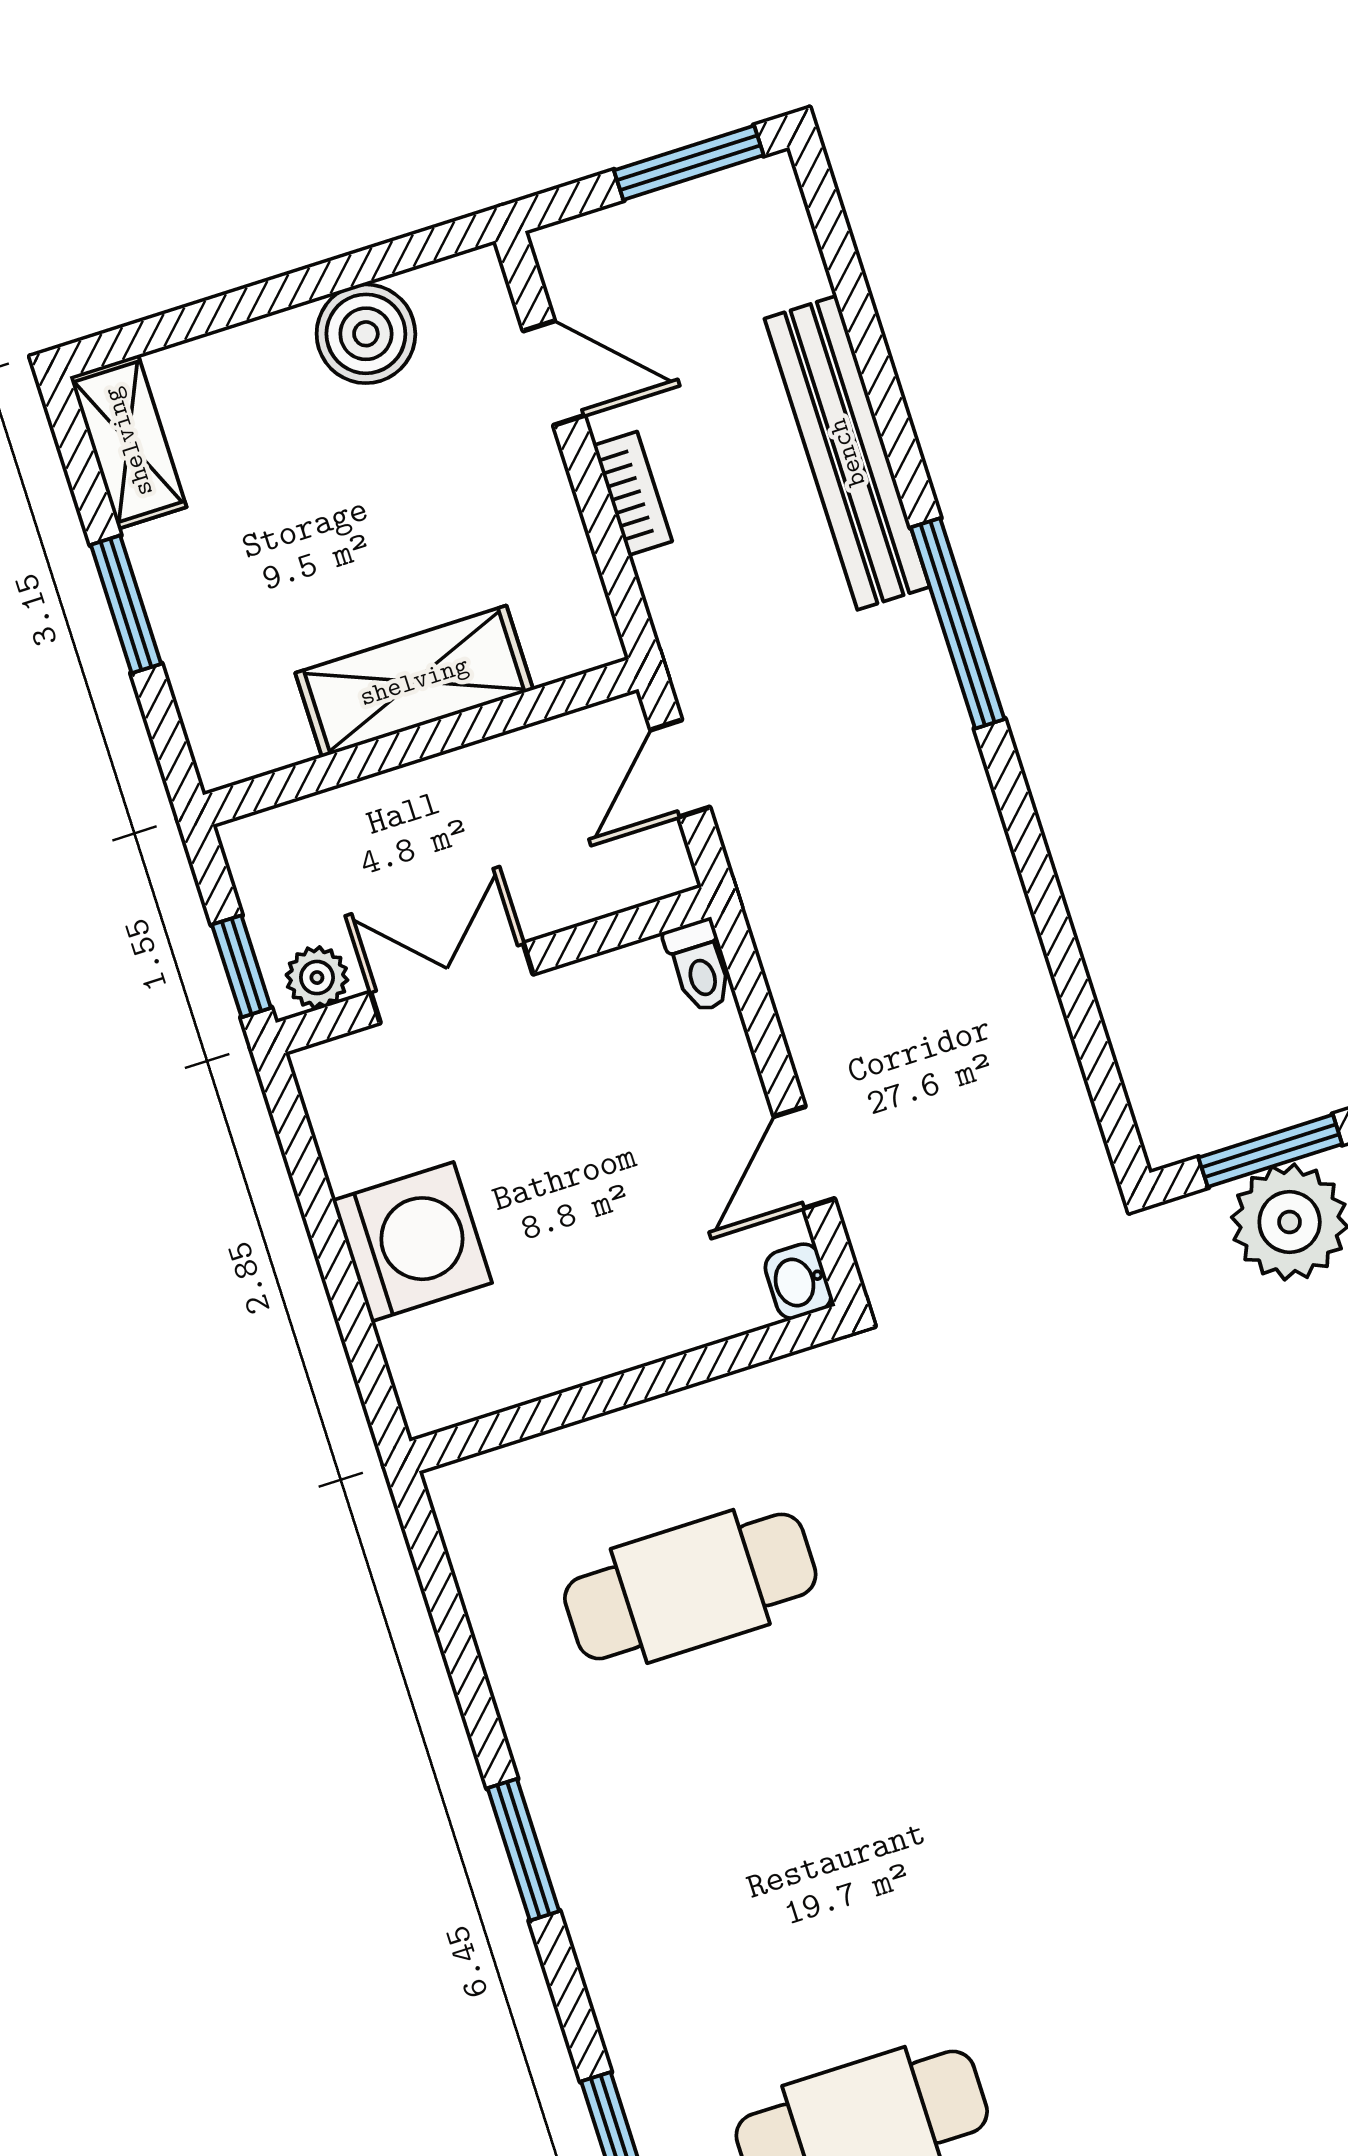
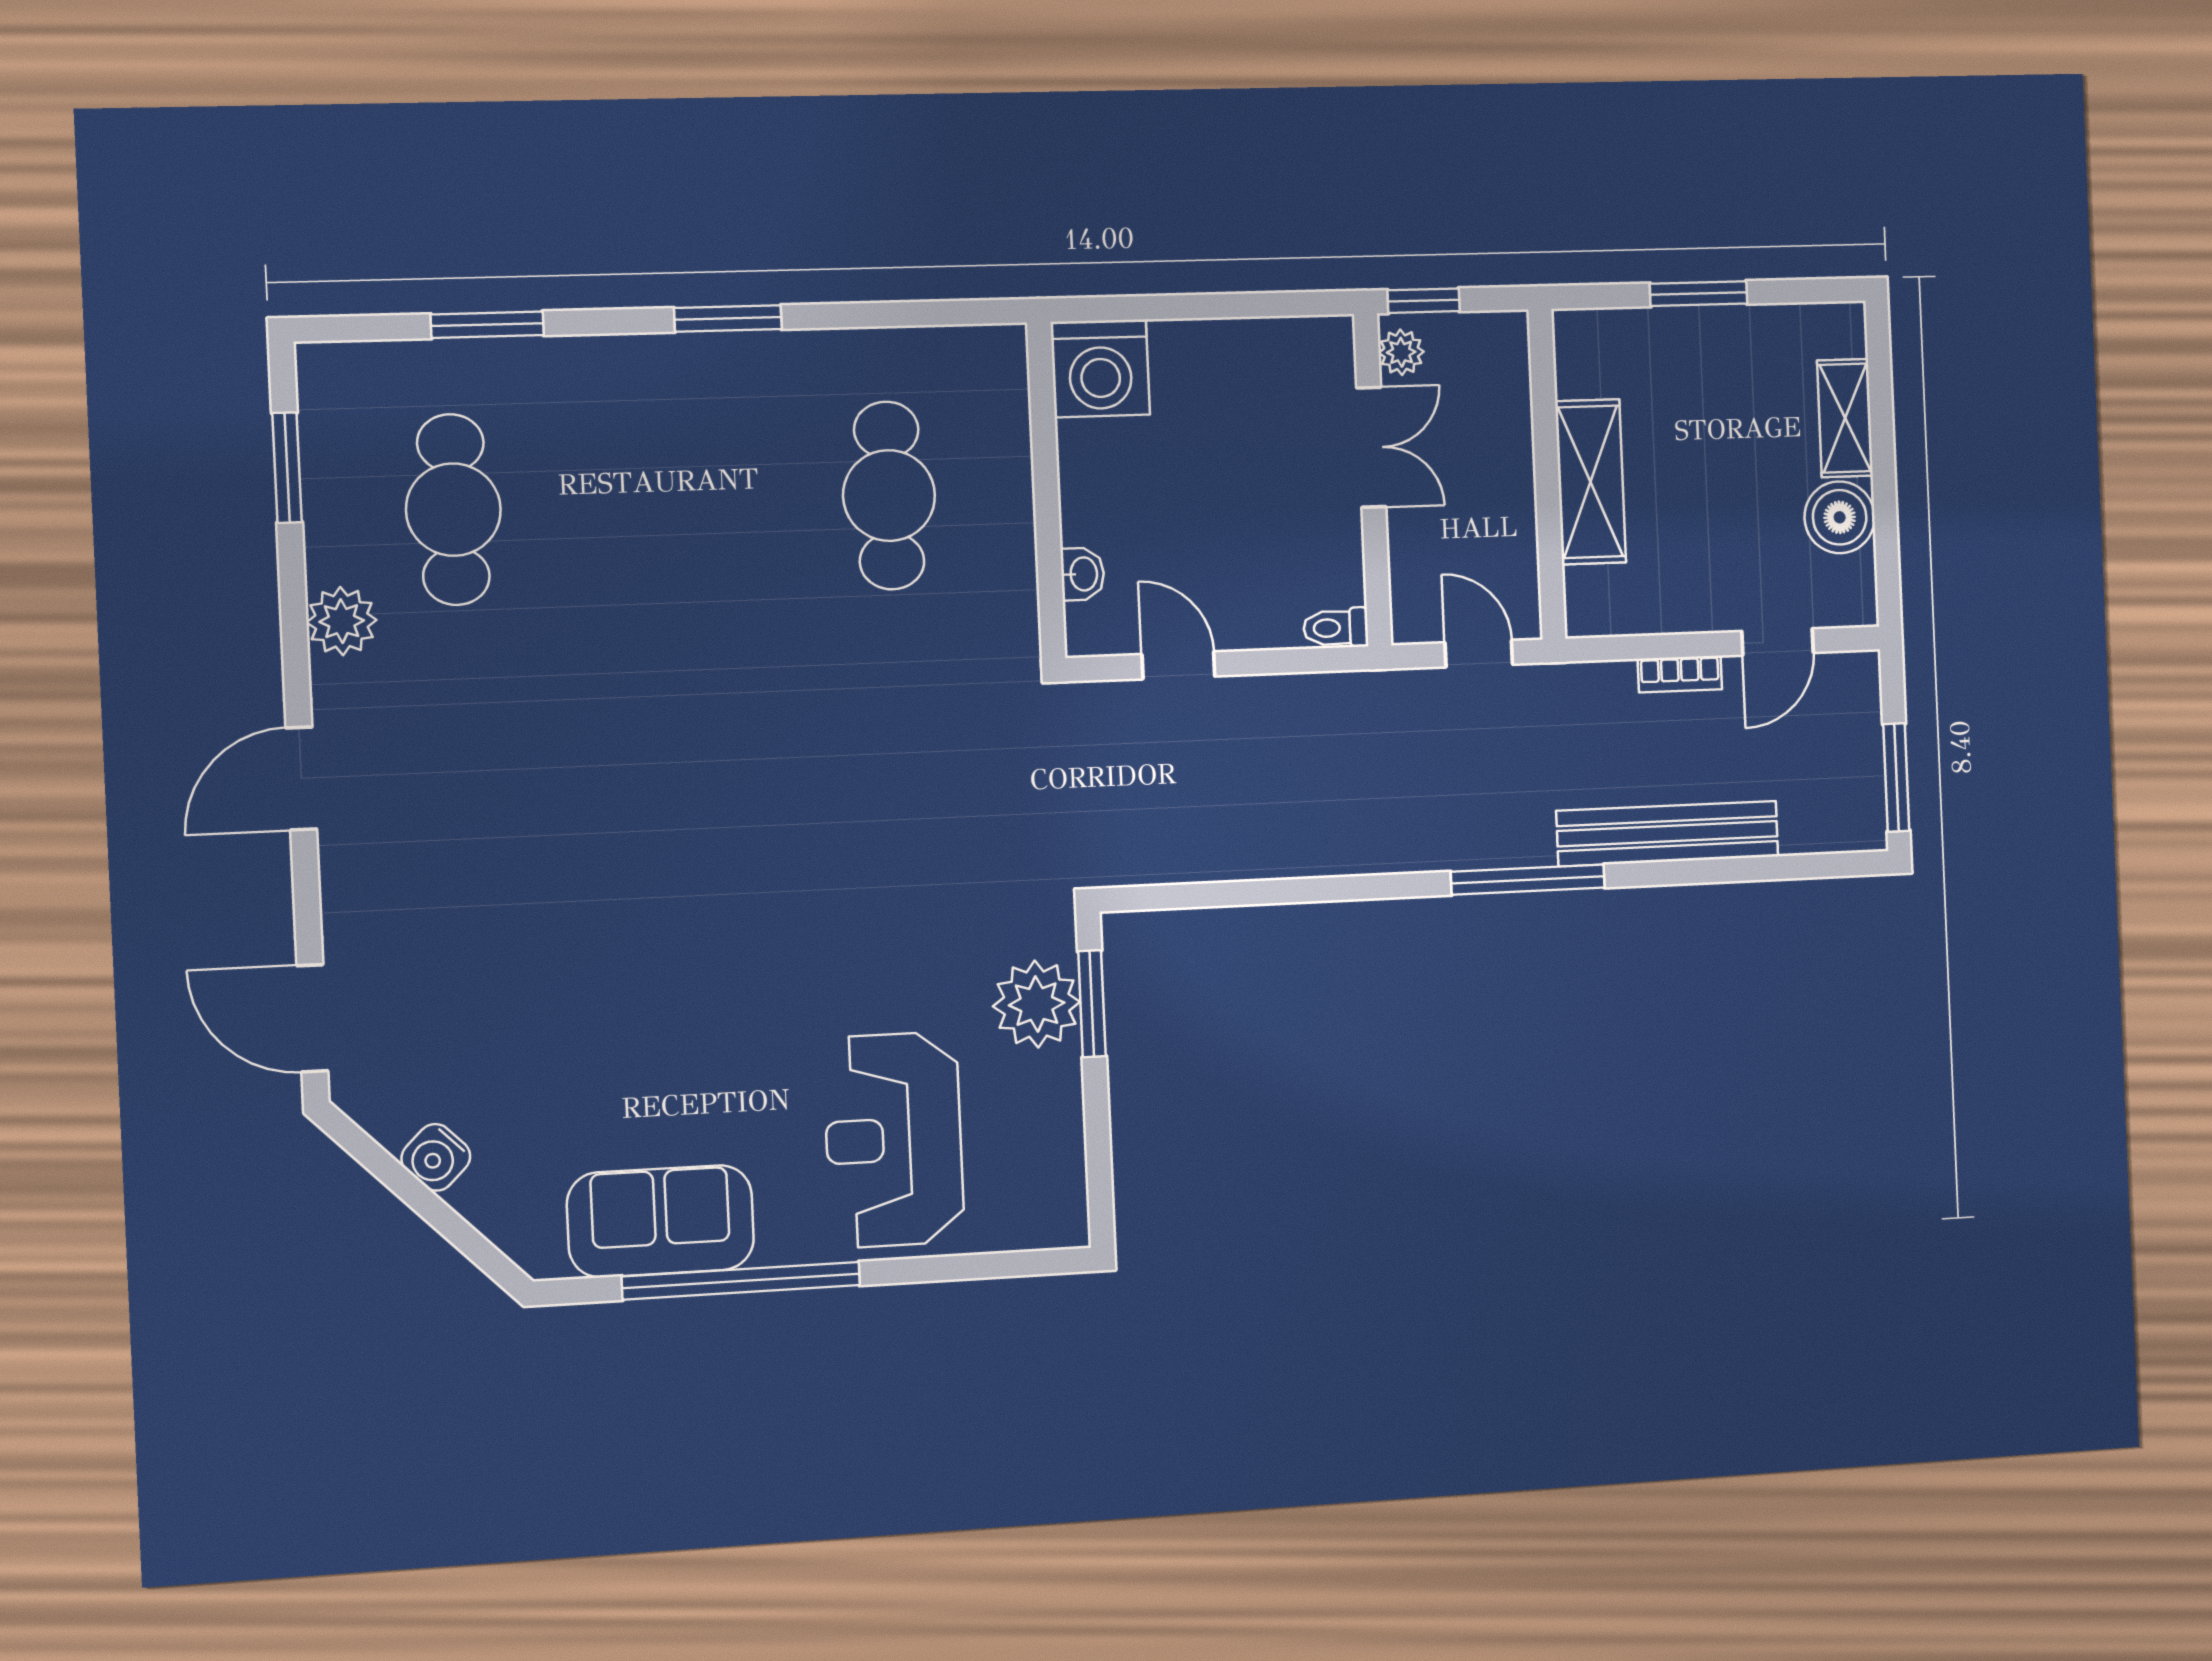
shelving: (128, 442) -> (1845, 418), moved, turned 90
washing machine: (412, 1242) -> (1100, 368), moved
washbasin: (798, 1281) -> (1083, 574), moved, turned 90

